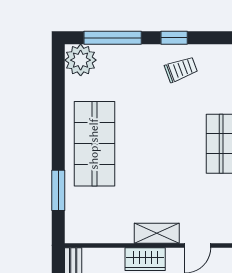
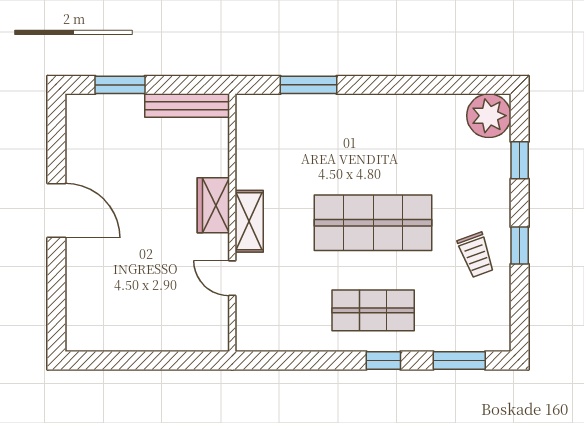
window: (113, 38) -> (520, 160), width x0.46
shop shelf: (94, 144) -> (373, 223), moved

